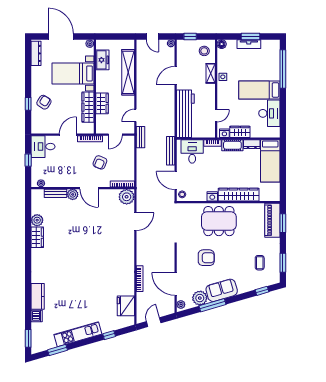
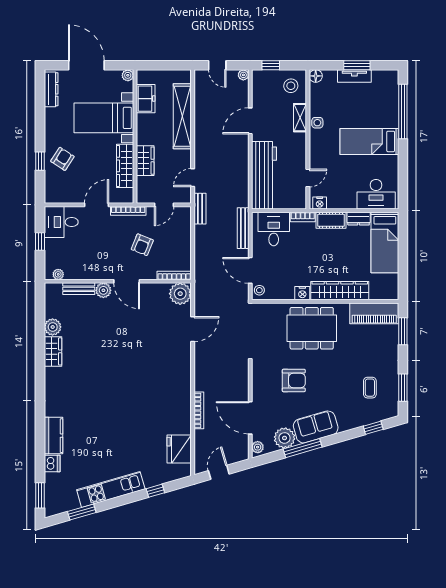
desk: (269, 113) -> (376, 194), moved, turned 90
wardrobe: (240, 132) -> (342, 201), removed
piano: (272, 220) -> (374, 313), moved, turned -90

